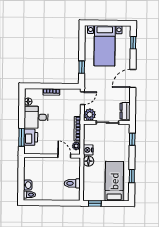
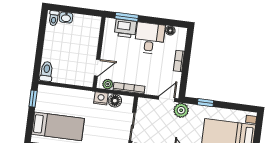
door: (82, 98) -> (167, 99), swing flipped
plant: (90, 115) -> (181, 110), moved
floor lamp: (88, 161) -> (115, 101), moved
toilet: (72, 183) -> (46, 71), moved

